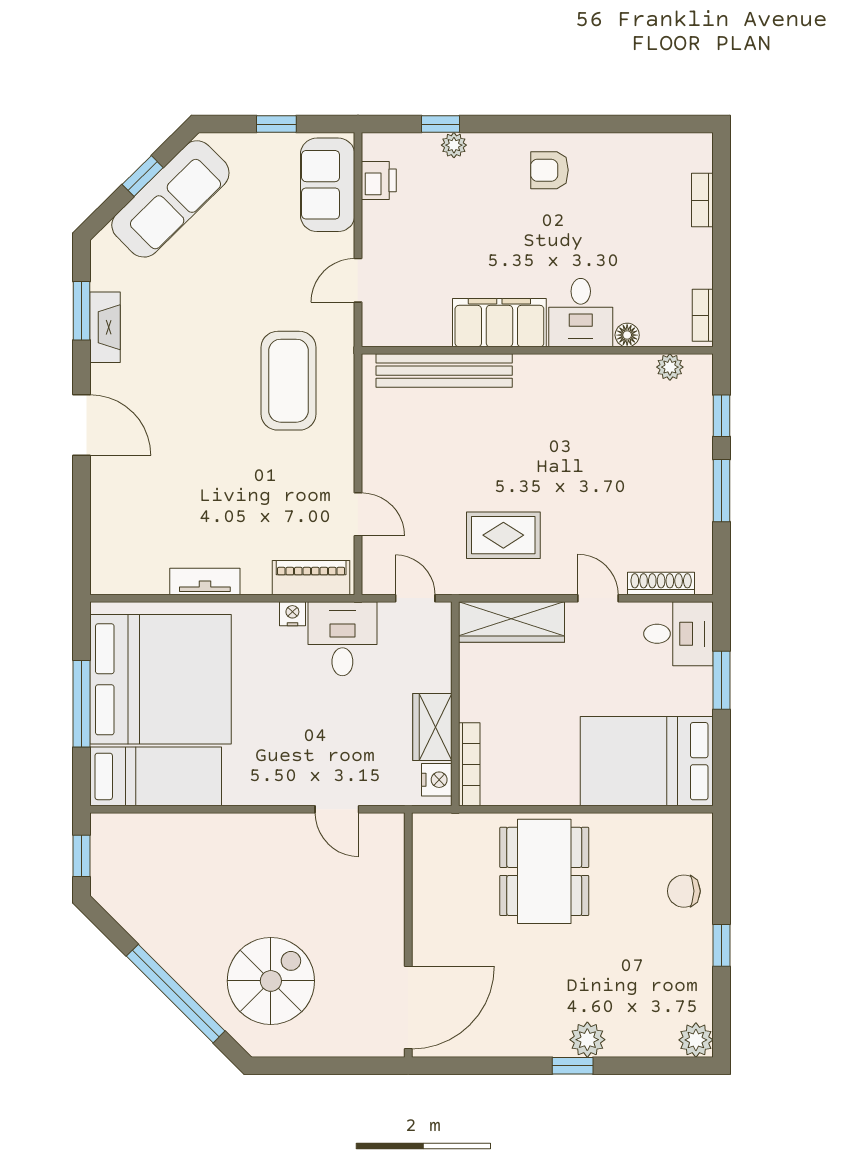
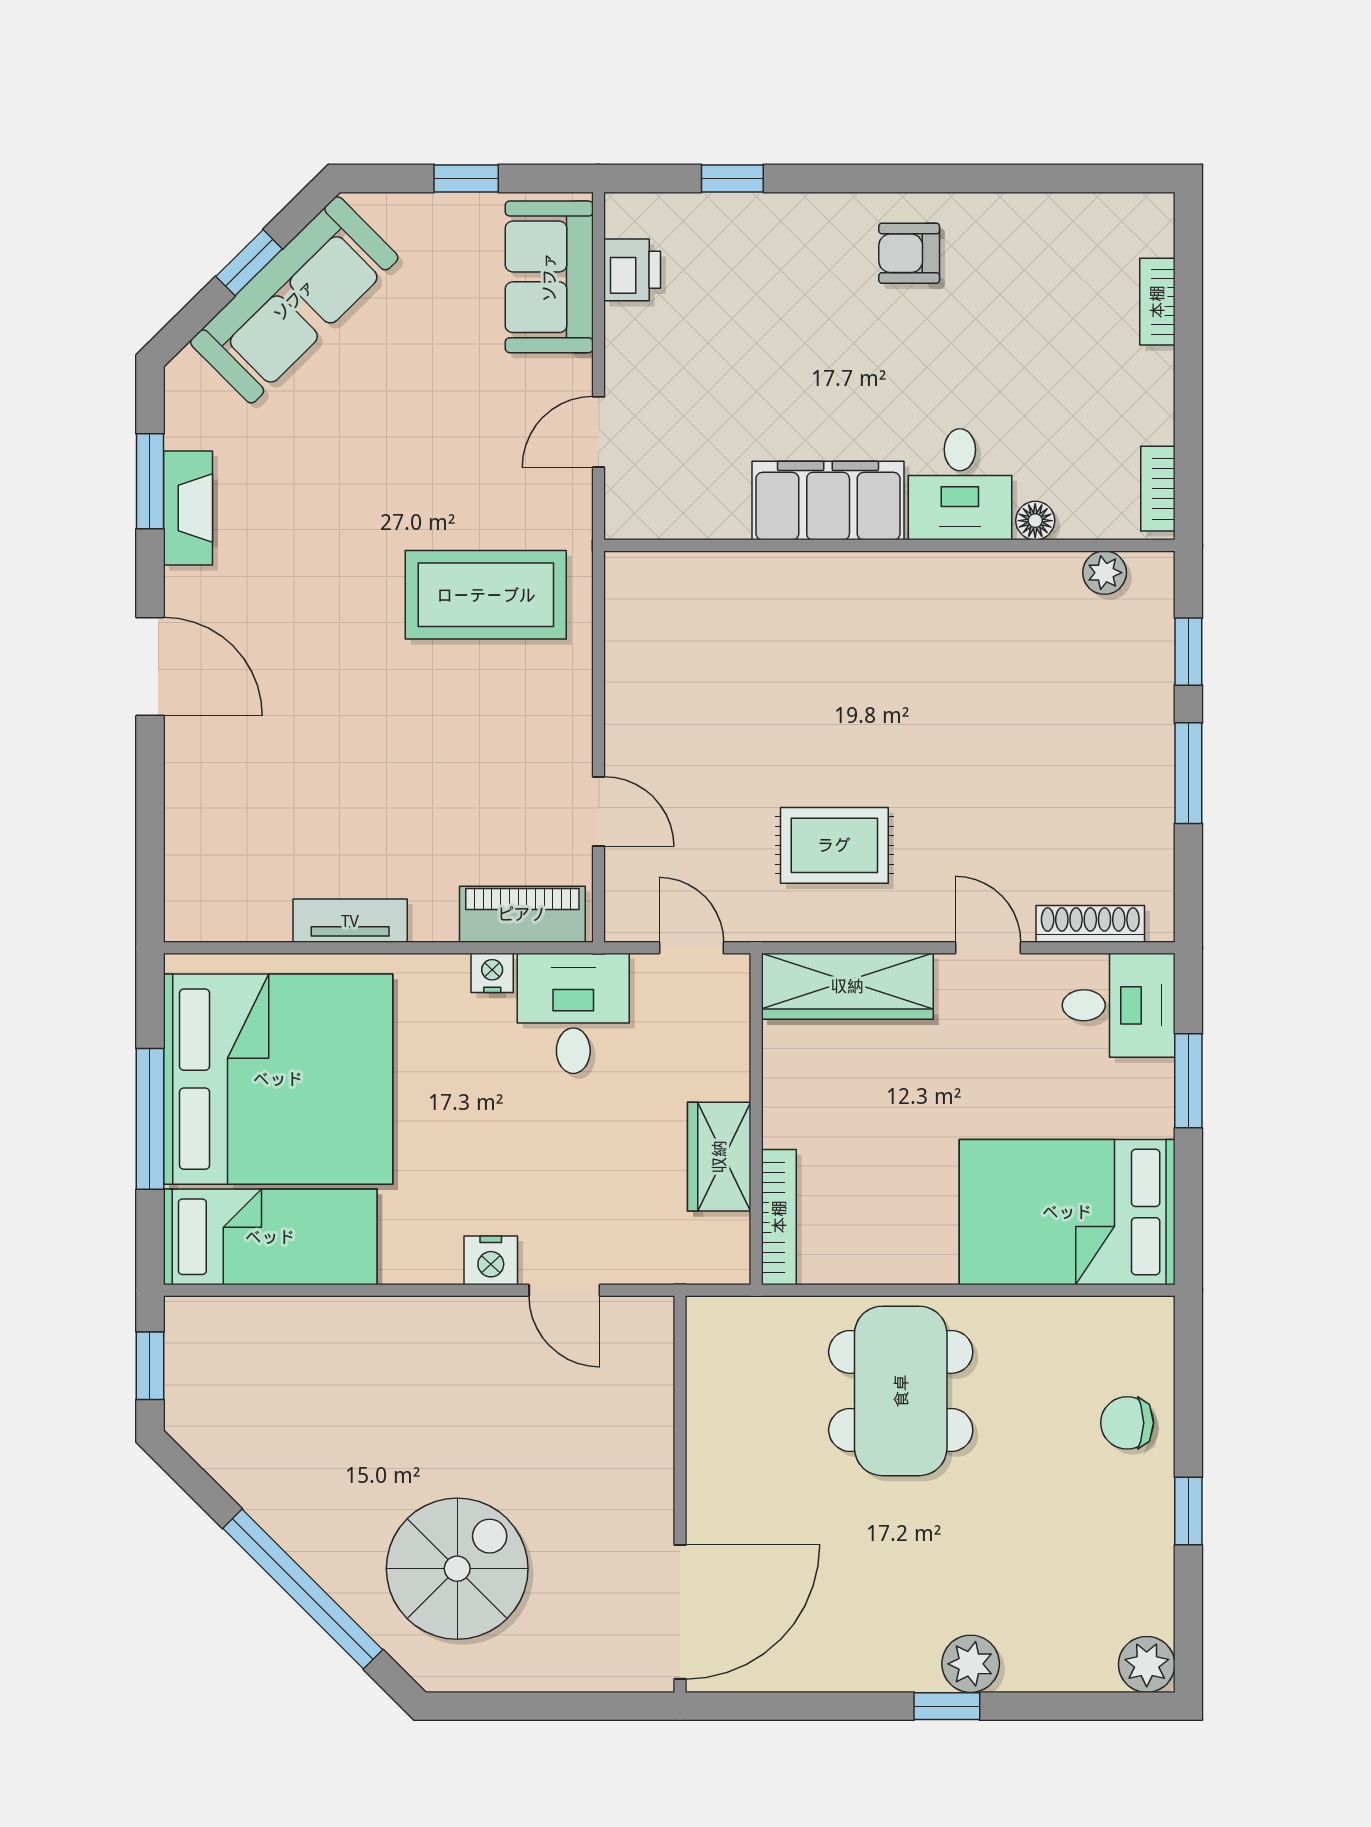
plant: (454, 145) -> (754, 213), removed
bench: (444, 371) -> (738, 578), removed
coffee table: (289, 381) -> (486, 595), turned 90
nightstand: (437, 780) -> (491, 1260), moved, turned 90

